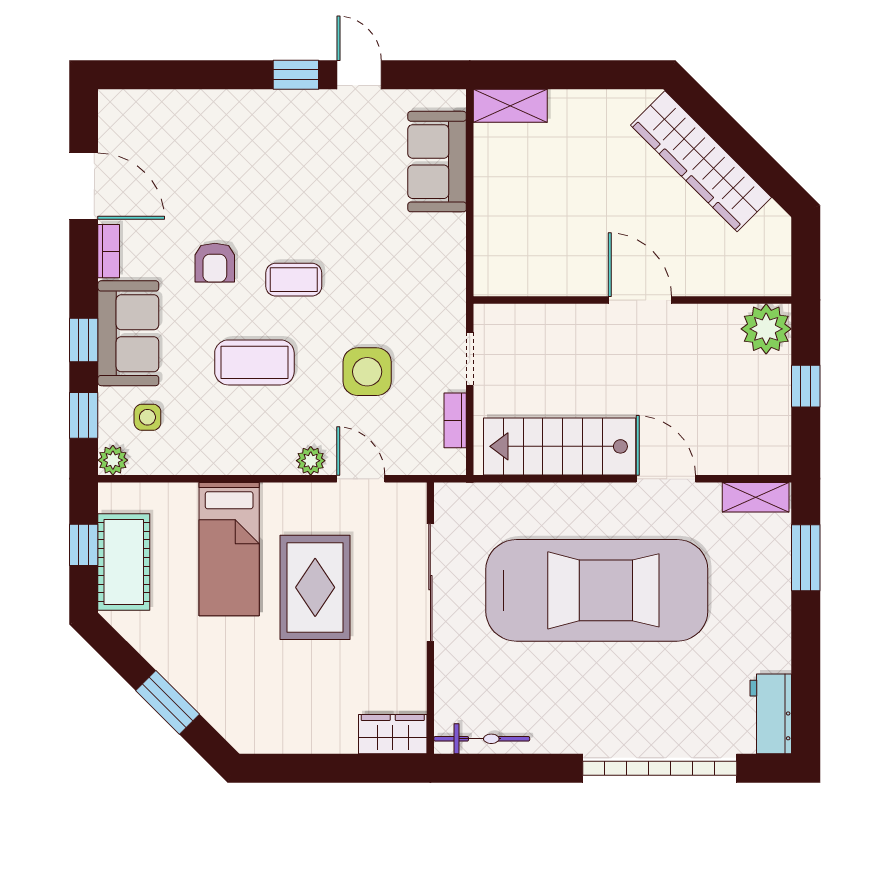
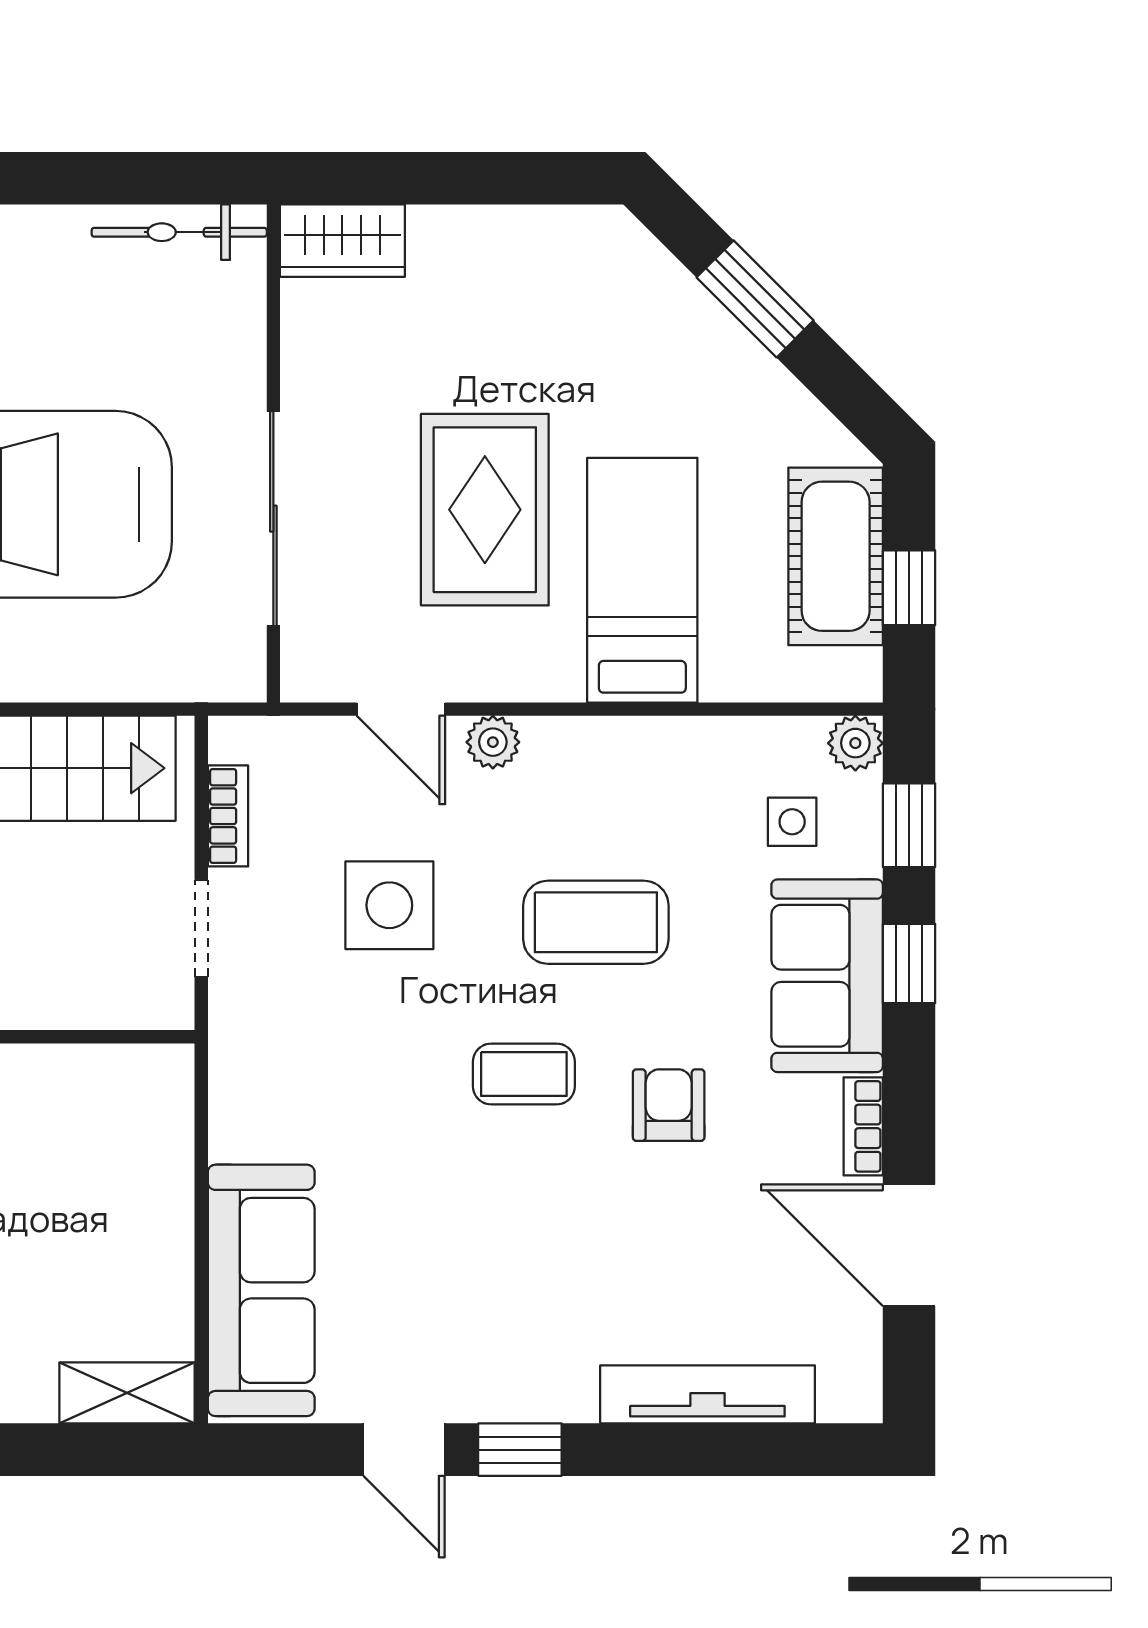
tv unit: (194, 105) -> (707, 1394), added
sofa: (437, 162) -> (261, 1290), width x1.36

